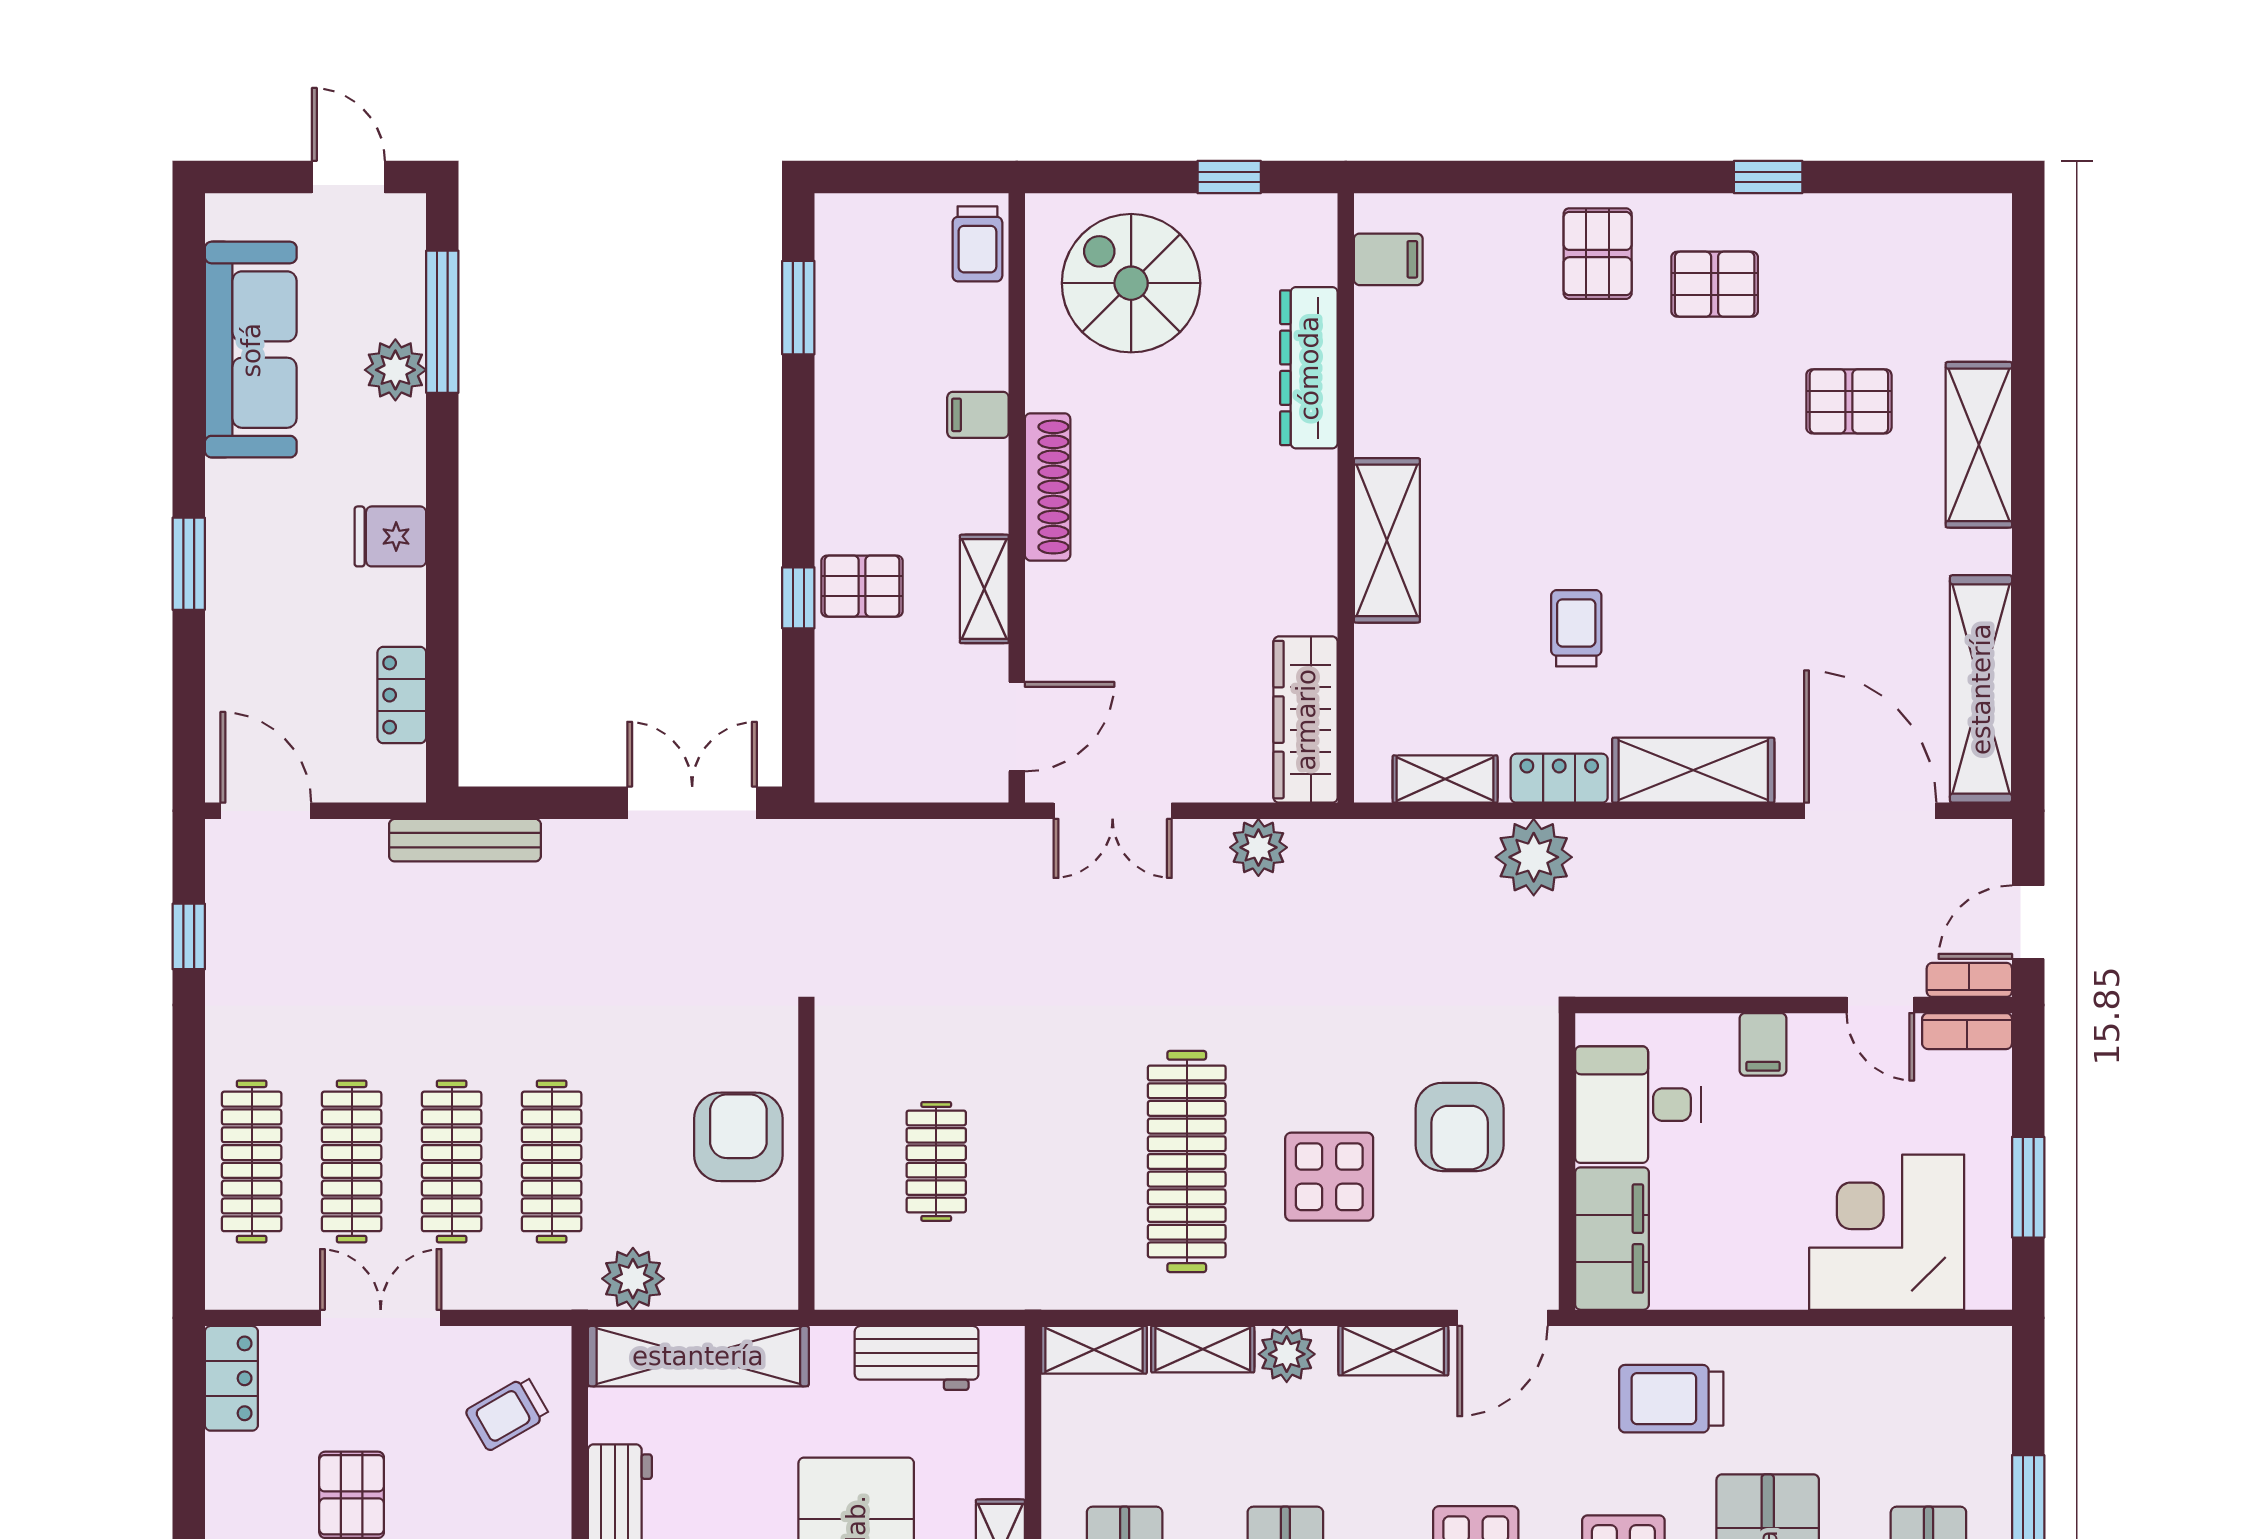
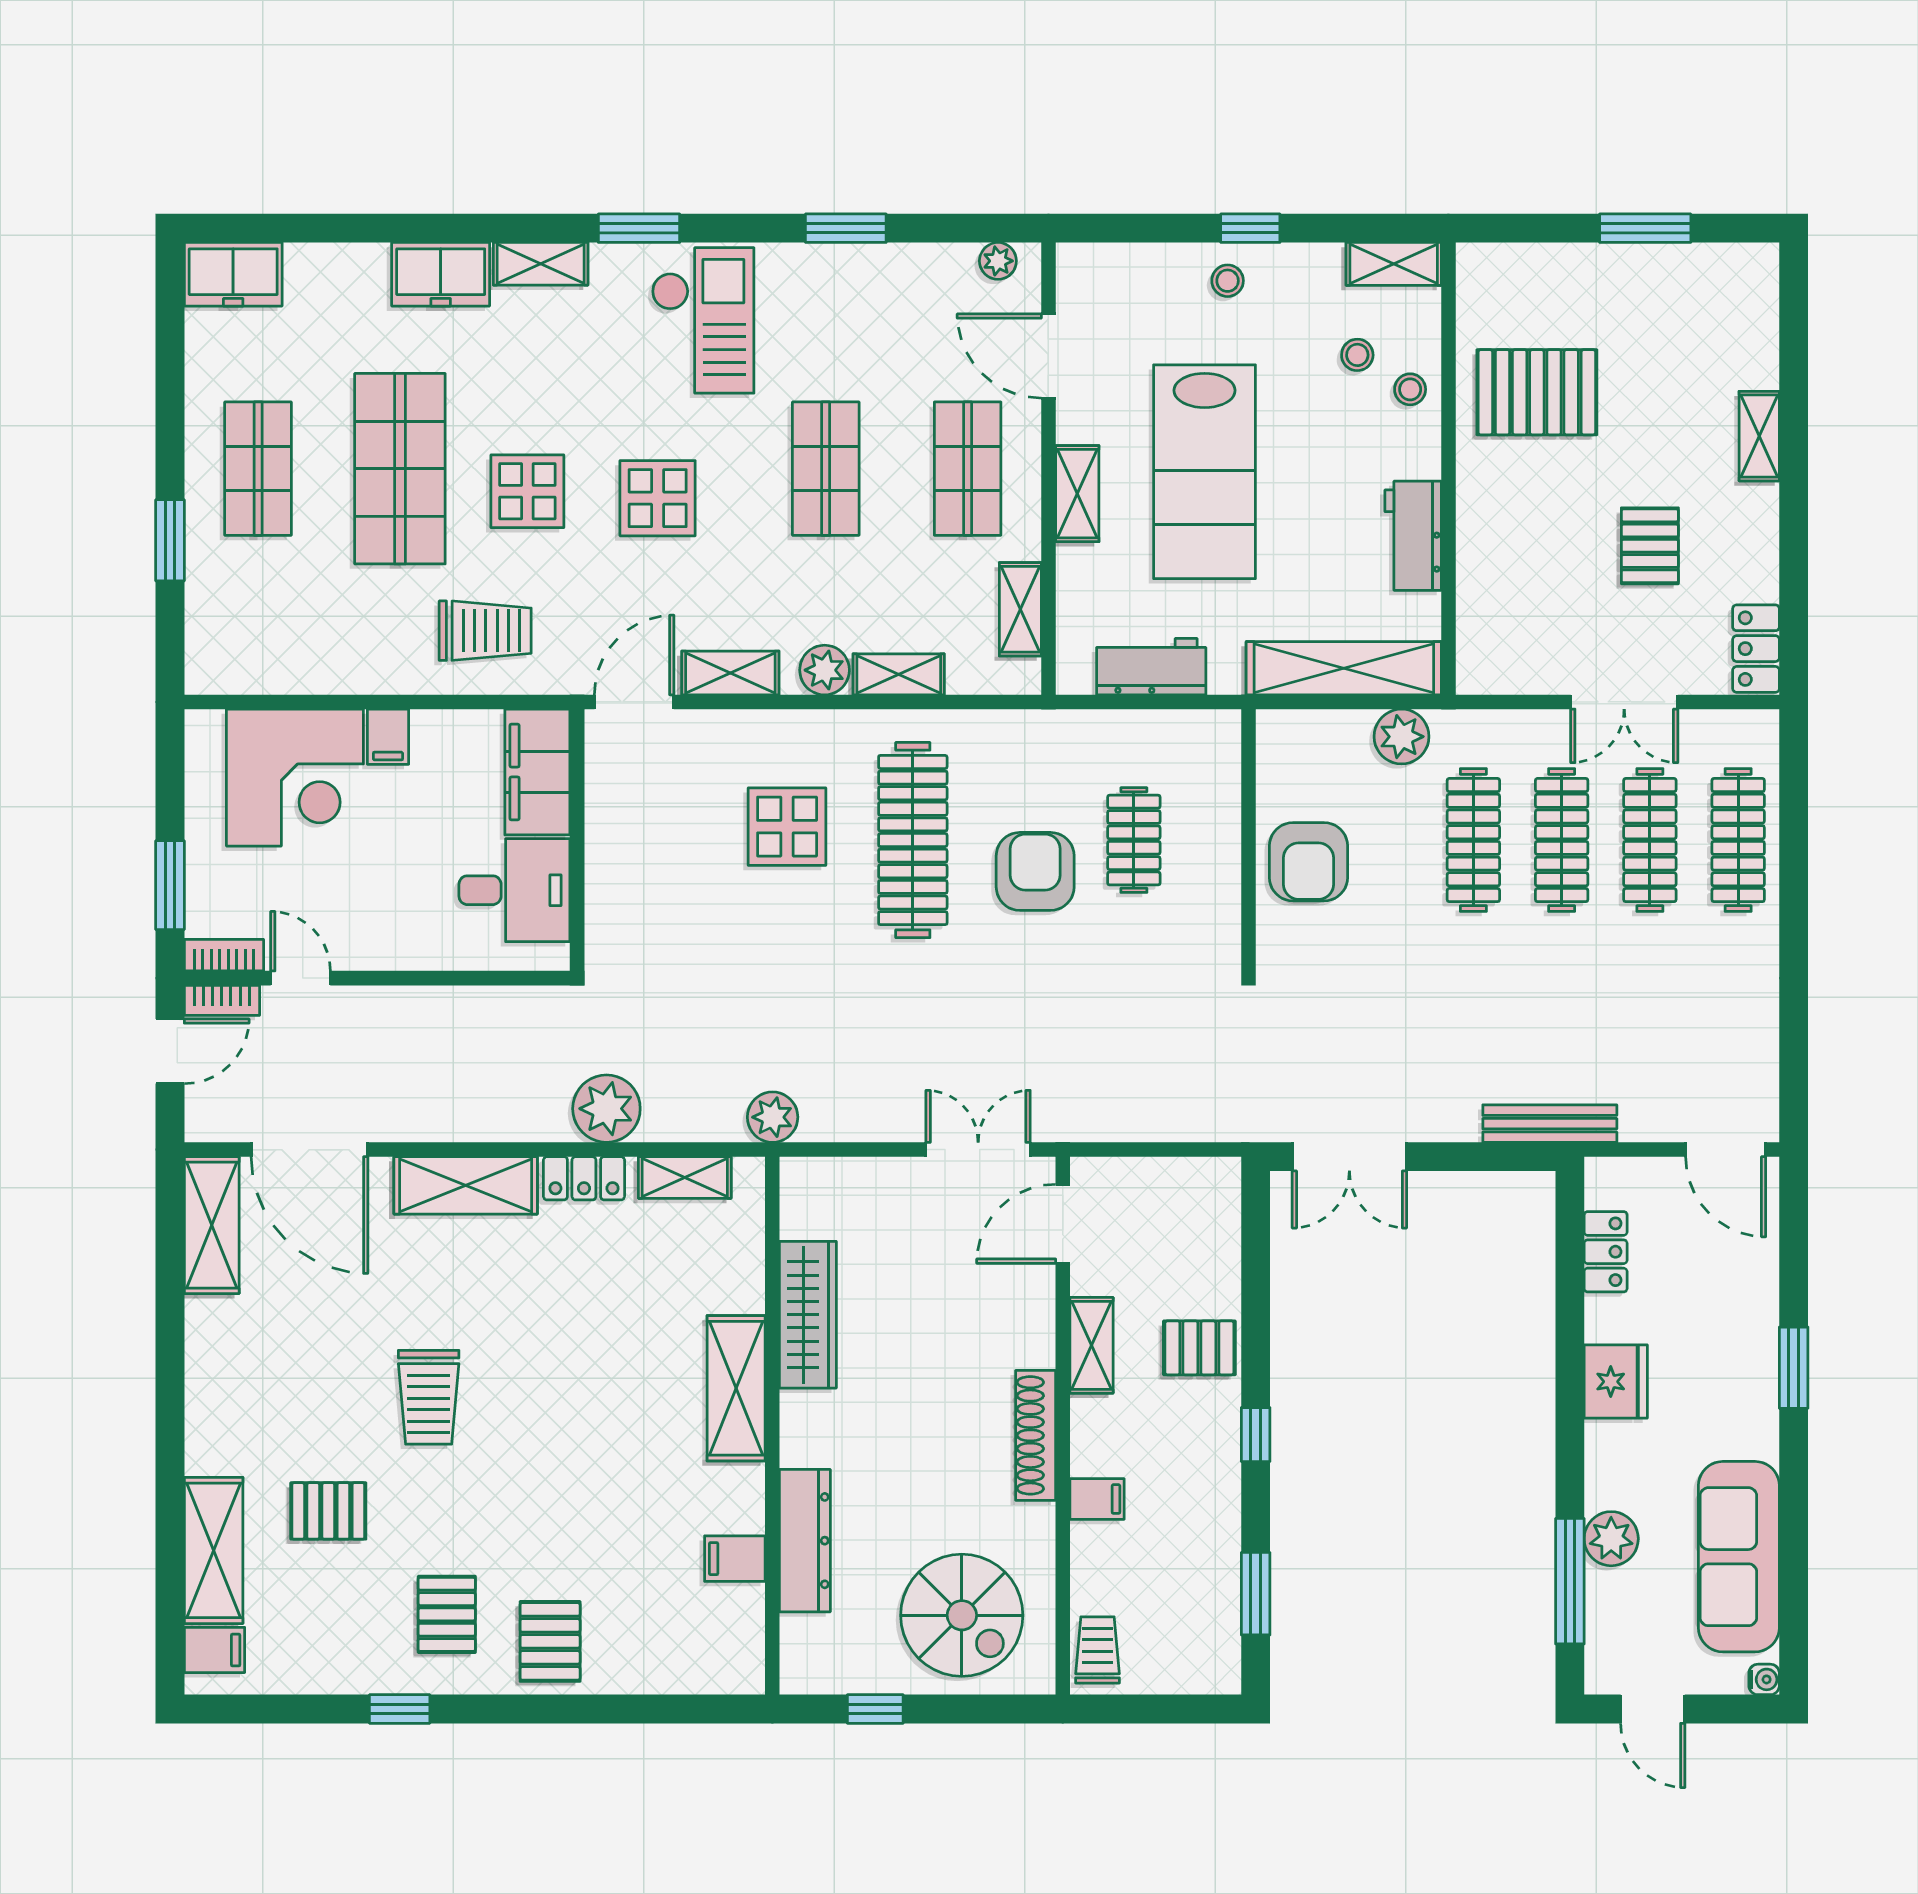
water cooler: (222, 210) -> (1764, 1679), added
filing cabinet: (1978, 244) -> (214, 1650), added
filing cabinet: (1388, 259) -> (735, 1559), moved
pallet: (1715, 284) -> (447, 1614), turned 90
shelving: (1979, 445) -> (214, 1550), moved
fridge: (390, 536) -> (1616, 1382), width x1.38
window: (798, 598) -> (1256, 1435), moved
trolley: (1576, 628) -> (429, 1397), moved, width x1.36, depth x1.39
shelving: (1981, 689) -> (212, 1225), width x0.68
wardrobe: (1306, 720) -> (808, 1315), moved
plant: (1258, 847) -> (773, 1117), moved
window: (189, 936) -> (1794, 1039), removed
filing cabinet: (1763, 1044) -> (388, 737), moved, turned 180
armchair: (1460, 1127) -> (1035, 871), moved
window: (2028, 1187) -> (170, 885), moved
shelving: (1094, 1350) -> (1020, 609), moved, turned 90
trolley: (507, 1413) -> (1512, 618), removed

